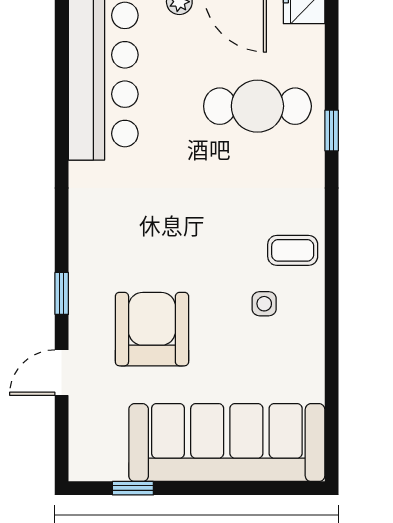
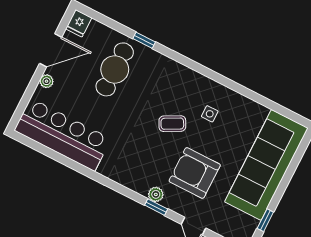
coffee table: (293, 250) -> (172, 124), moved, turned 62
plant: (83, 282) -> (156, 194), added

